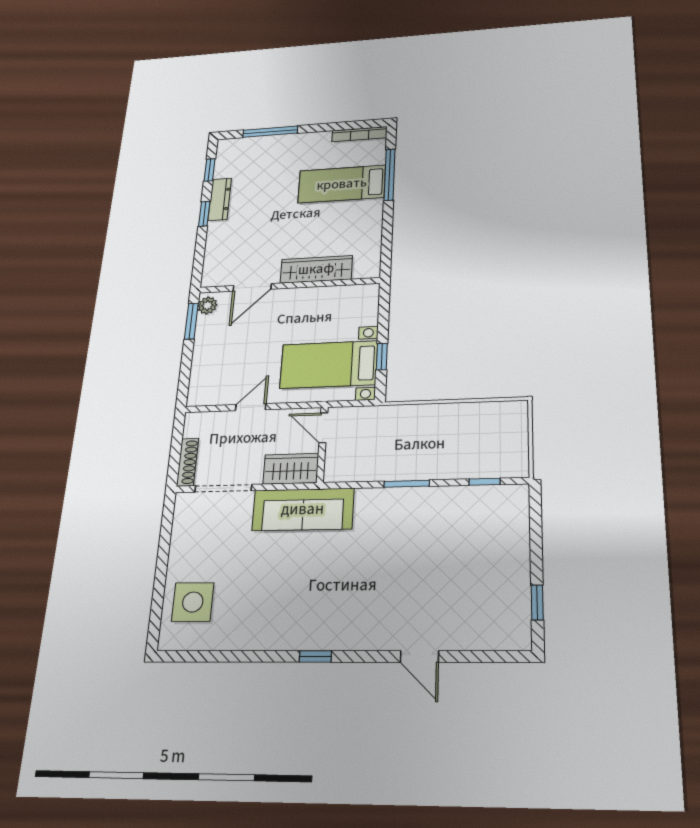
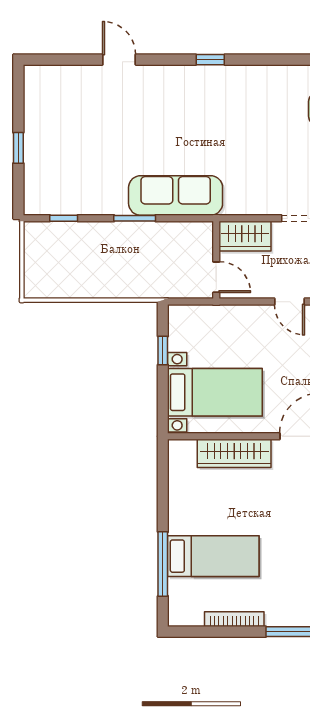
bookcase: (359, 134) -> (234, 619), moved
bed with nightstands: (329, 365) -> (215, 392), moved
door: (251, 407) -> (289, 302), hinge flipped
sofa: (303, 509) -> (176, 195), moved
window: (537, 602) -> (18, 148), moved

